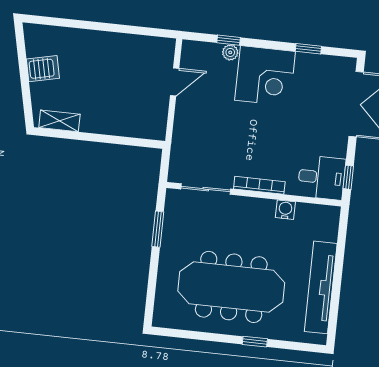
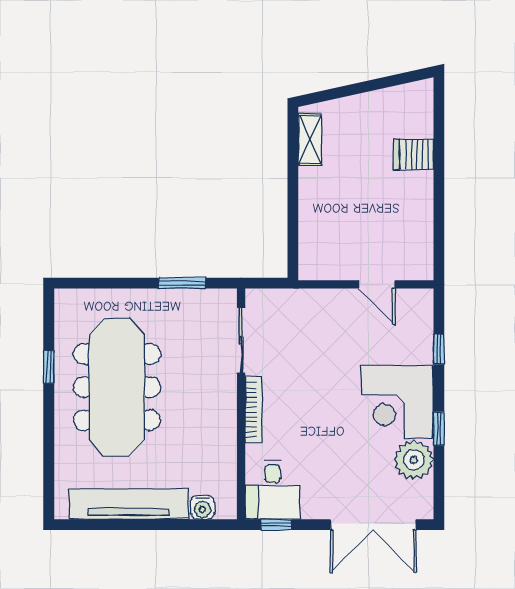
window: (308, 49) -> (439, 429), moved
plant: (230, 52) -> (414, 460), moved, width x1.87, depth x1.87
server rack: (43, 69) -> (413, 154), moved, turned 102
water cooler: (285, 210) -> (202, 507), moved, turned 90
window: (255, 342) -> (49, 367), moved

